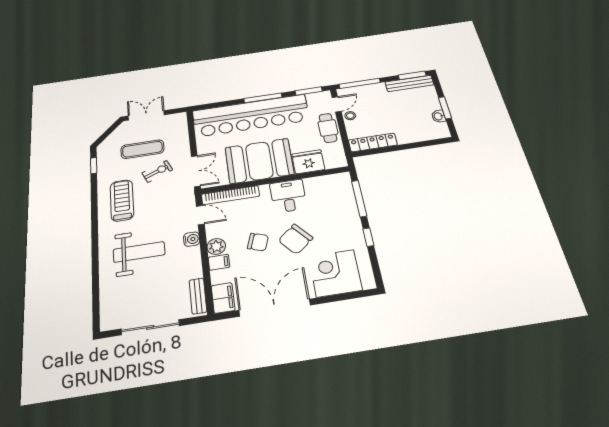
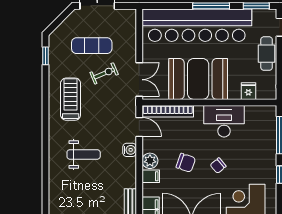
fridge: (308, 162) -> (248, 91), width x0.53, depth x0.75
desk: (288, 196) -> (224, 121), width x1.37
chair: (296, 239) -> (218, 166), width x0.54, depth x0.54
weight bench: (139, 252) -> (84, 154), width x0.73, depth x0.75

